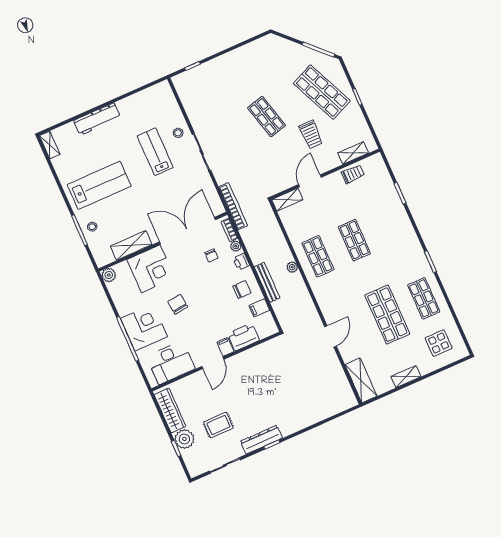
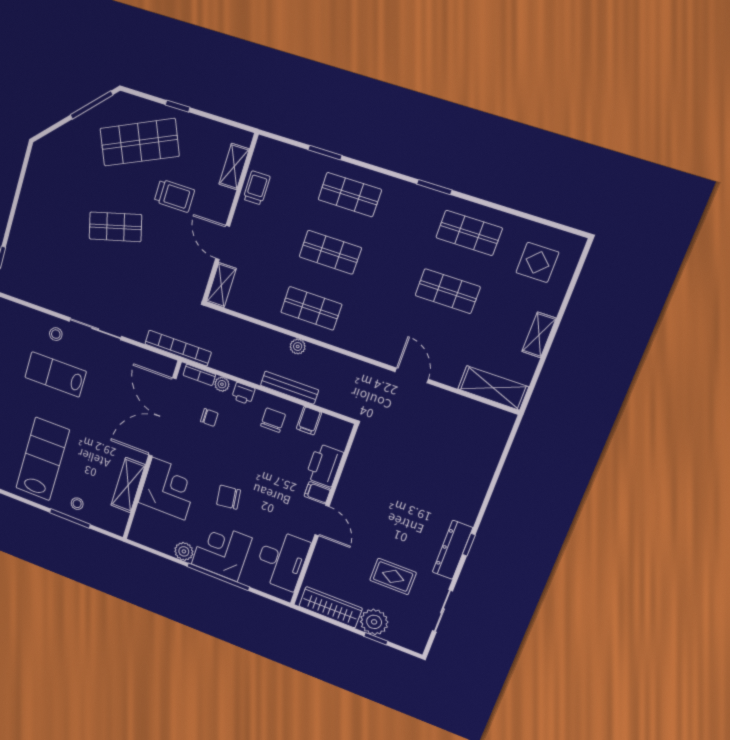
shop shelf: (391, 224) -> (350, 195), added
plant: (109, 275) -> (184, 551), moved
shop shelf: (387, 315) -> (448, 291), width x0.70, depth x0.74
rug: (218, 425) -> (393, 576), turned 90

